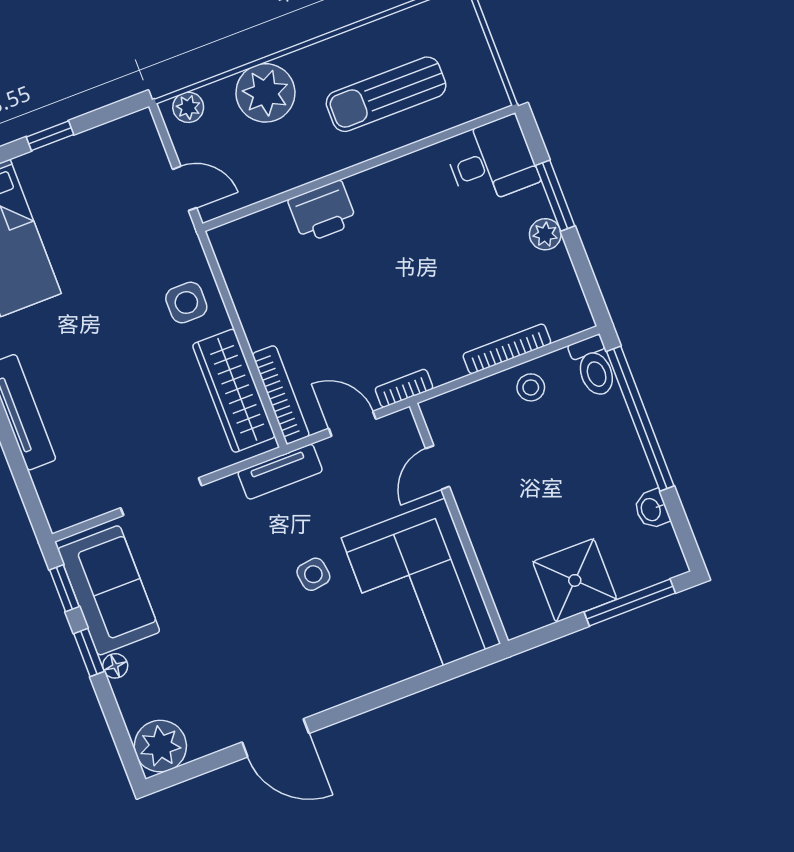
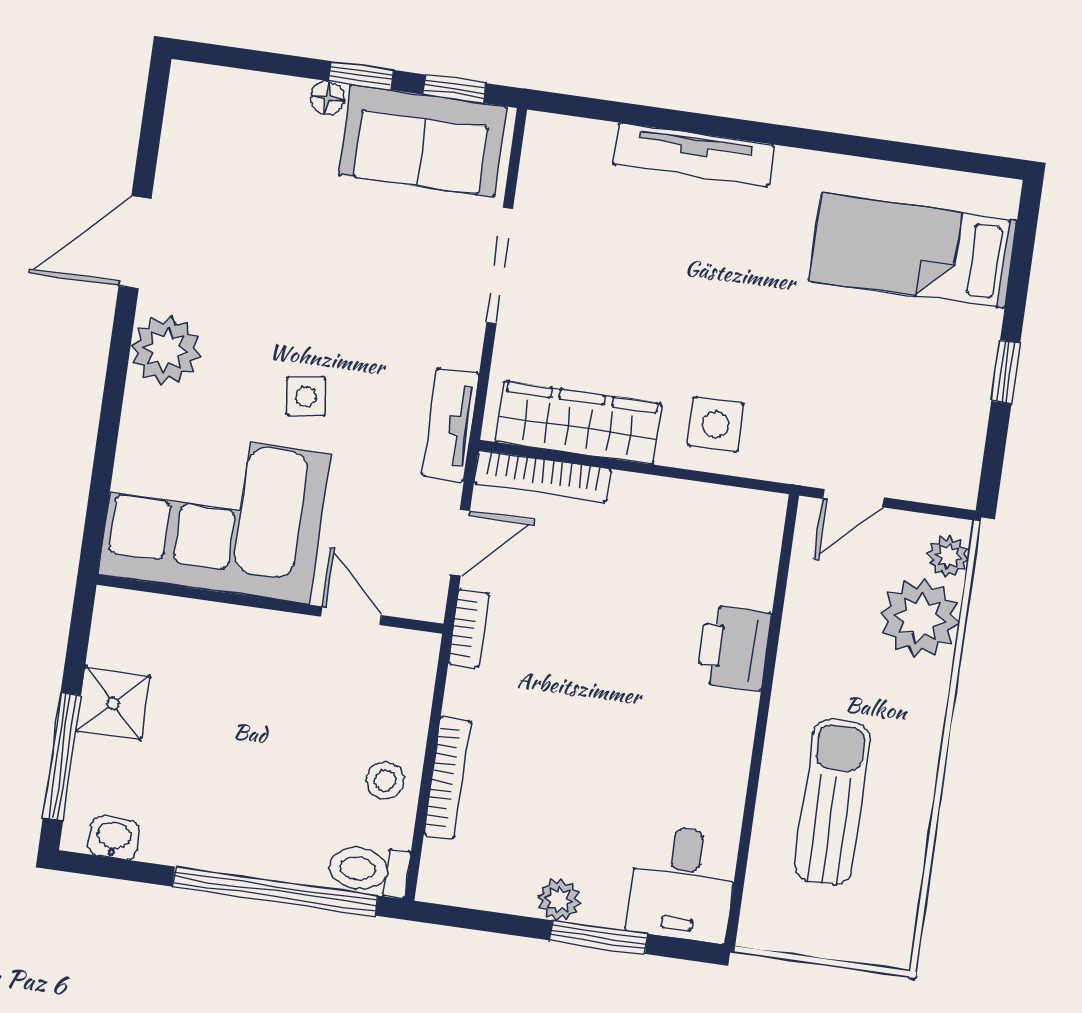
plant: (265, 93) -> (920, 618), moved
washbasin: (652, 509) -> (114, 838), moved
shower: (575, 580) -> (113, 703), width x0.73, depth x0.73
plant: (160, 746) -> (166, 350), moved

